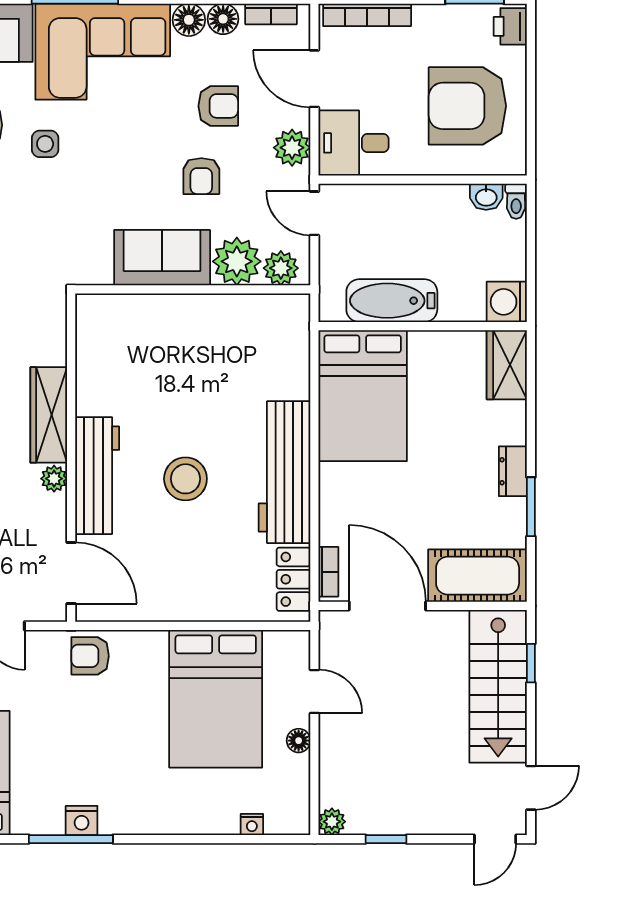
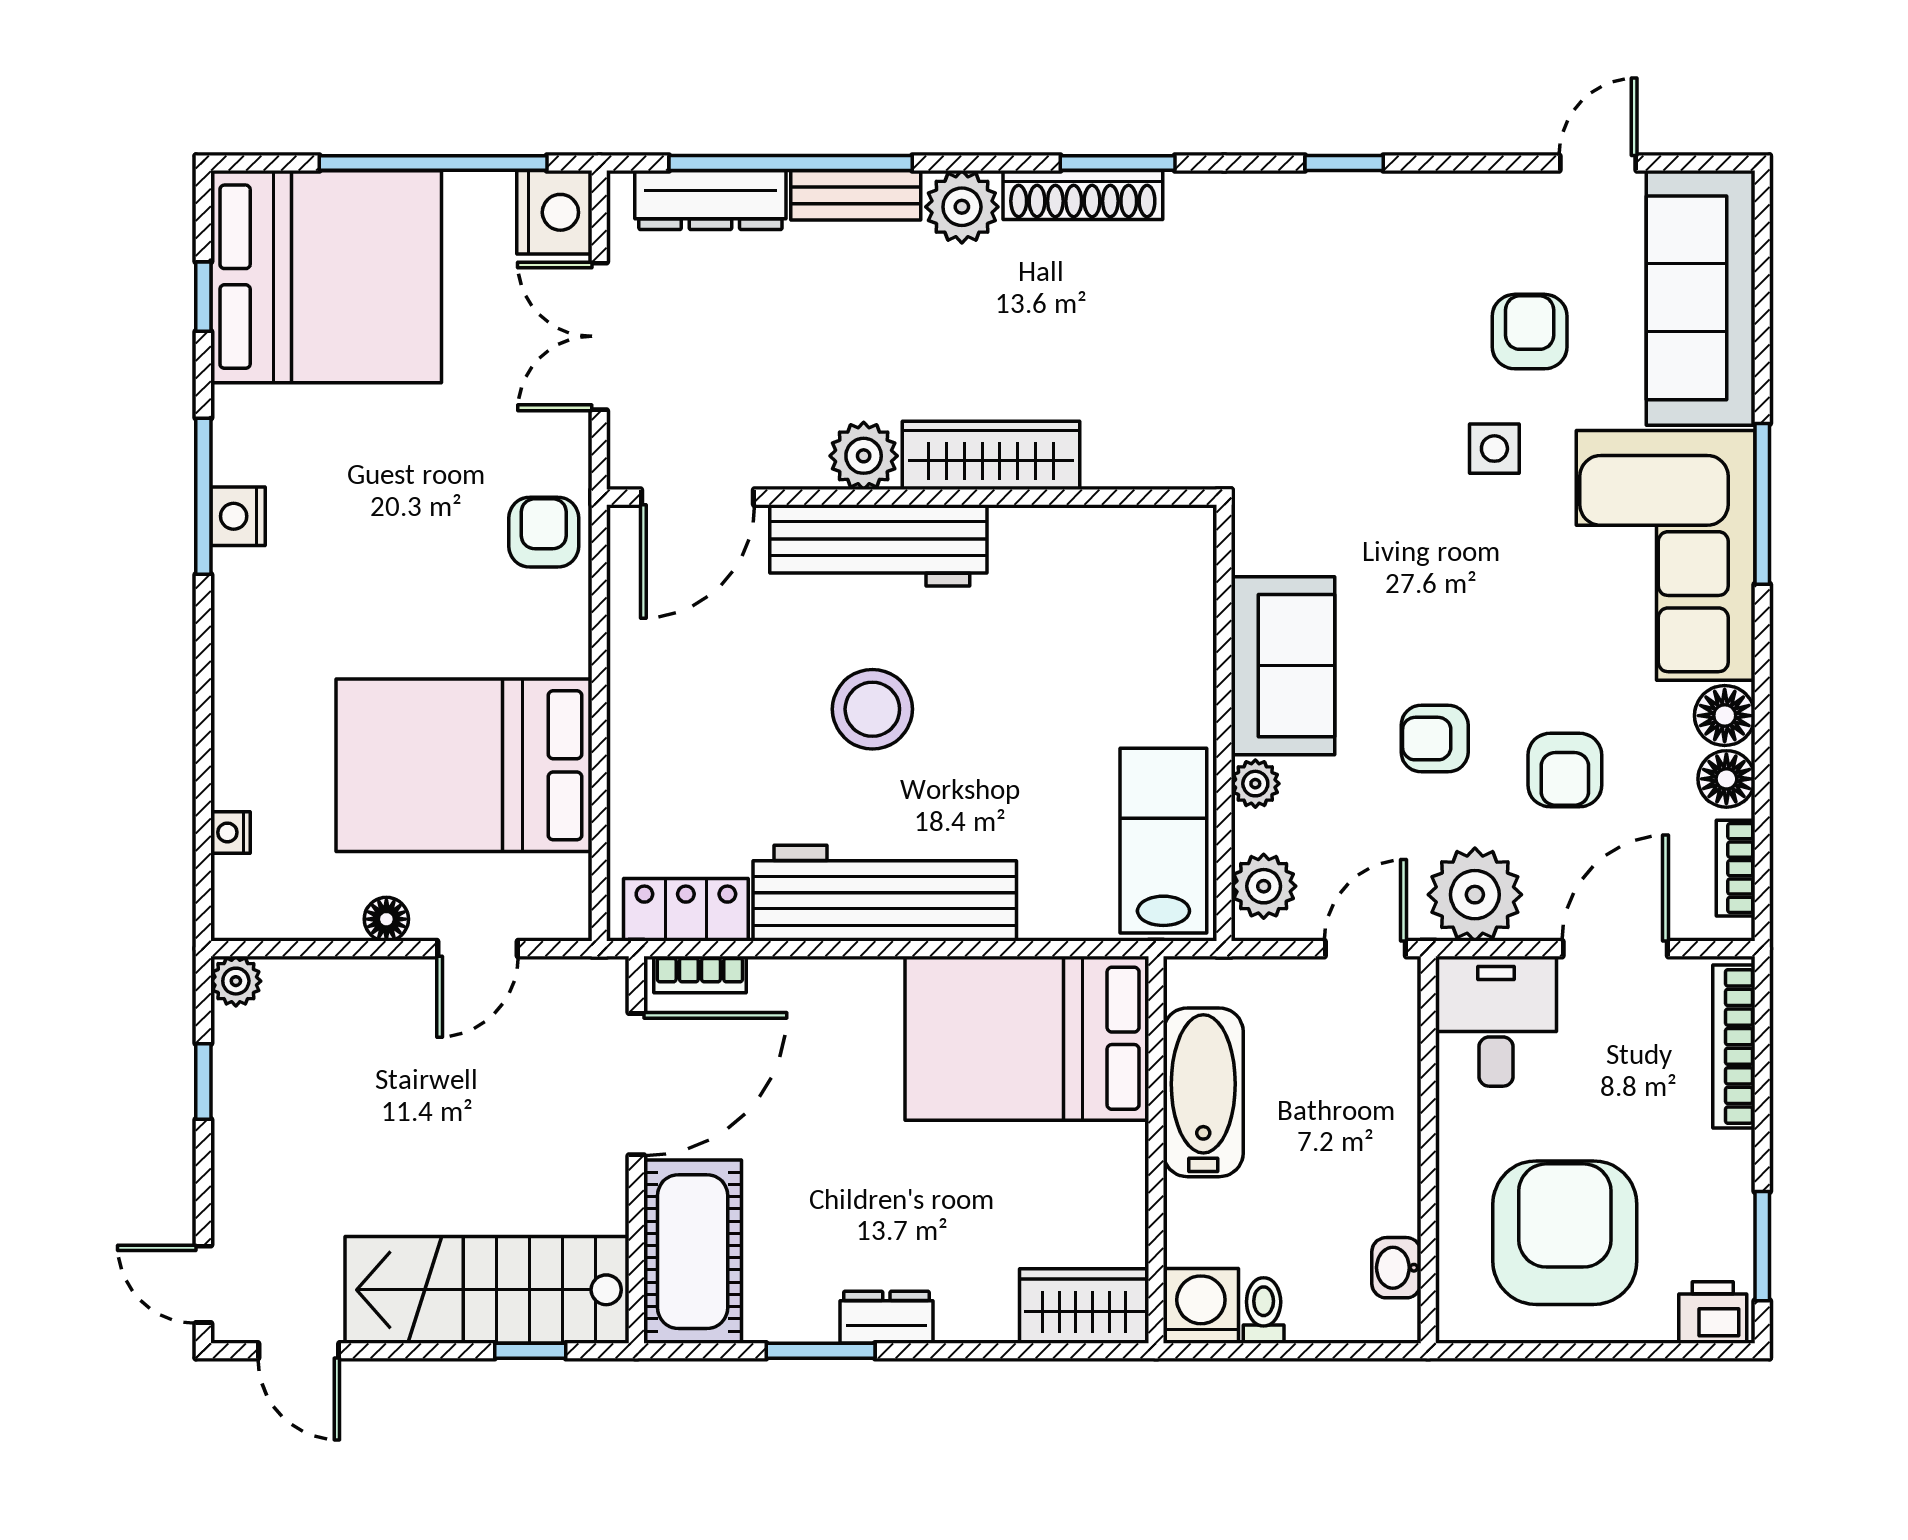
plant: (292, 148) -> (1475, 895), width x1.36, depth x1.36
toilet: (516, 201) -> (1264, 1310), moved, turned 90
plant: (237, 261) -> (1255, 784), width x0.53, depth x0.53
lab bench: (256, 322) -> (1163, 841), added
plant: (54, 479) -> (864, 456), width x1.38, depth x1.38

